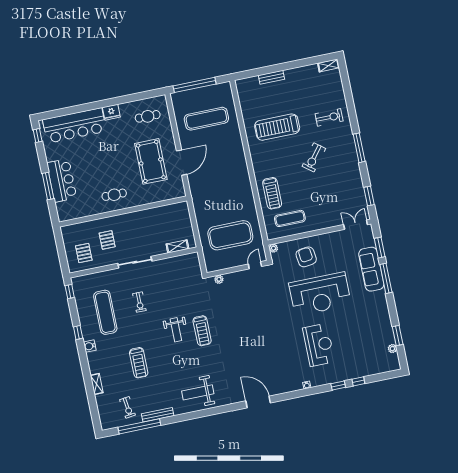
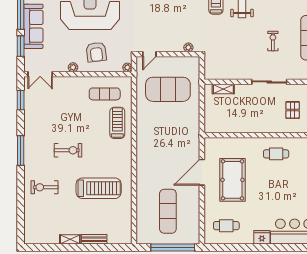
shelving: (328, 65) -> (70, 239), moved
exercise mat: (206, 119) -> (168, 211), turned 90
exercise bike: (314, 157) -> (68, 150), turned 52
plant: (325, 238) -> (73, 67), added

